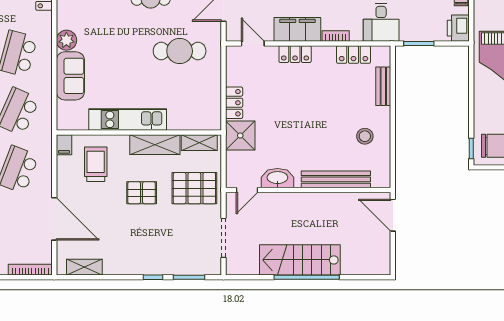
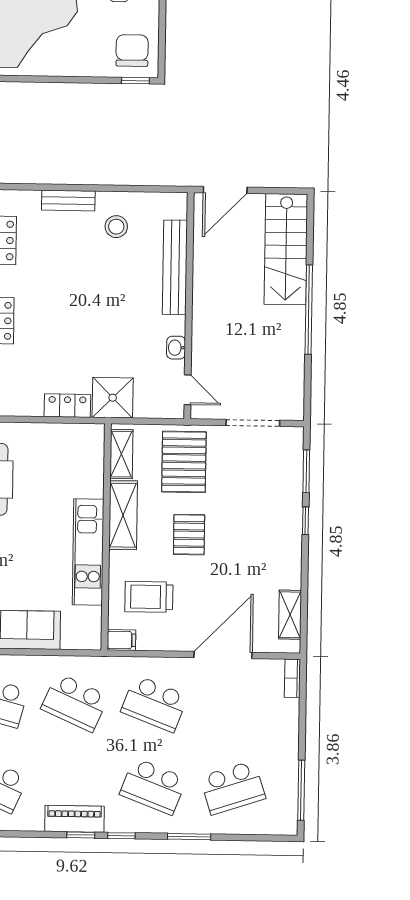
bench: (383, 86) -> (68, 200), moved
washbasin: (277, 178) -> (176, 348), width x0.52, depth x0.69
stairs: (300, 260) -> (286, 249), moved
bookcase: (30, 270) -> (292, 678), width x0.64

